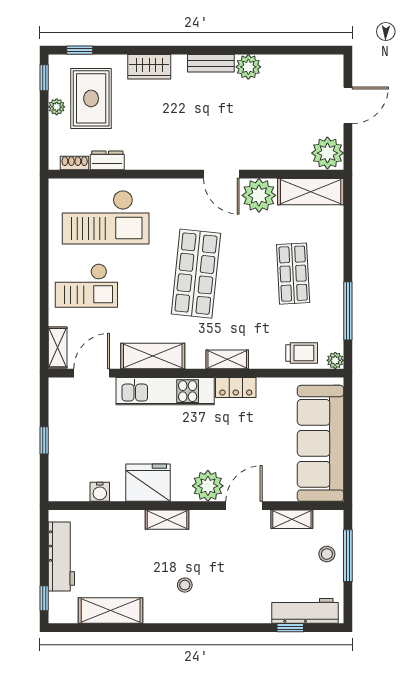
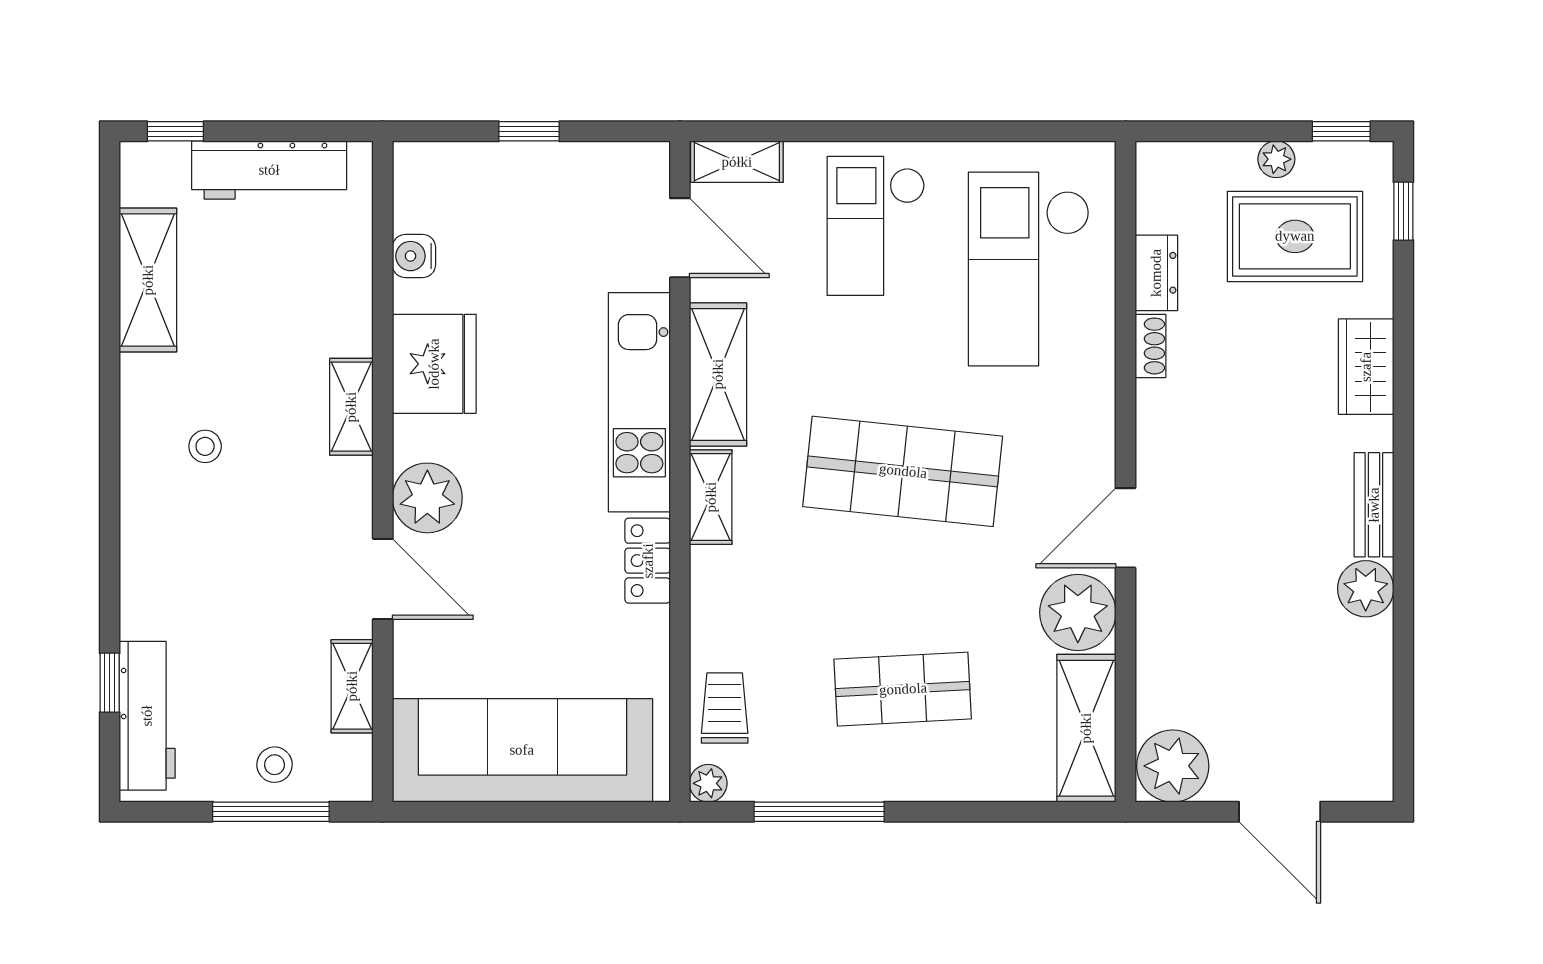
shoe rack: (75, 163) -> (1150, 346), moved
trolley: (302, 353) -> (725, 708), turned 180
shelving: (227, 359) -> (711, 497), moved

